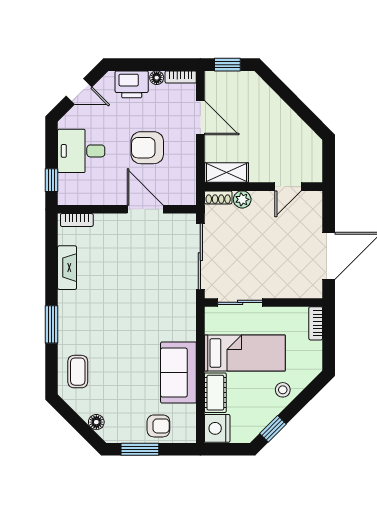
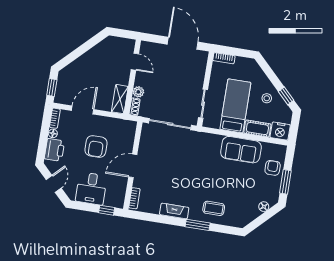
door: (145, 209) -> (133, 166), moved
fireplace: (67, 268) -> (174, 211), moved
coffee table: (78, 372) -> (214, 208), moved
stool: (283, 390) -> (267, 98), moved

